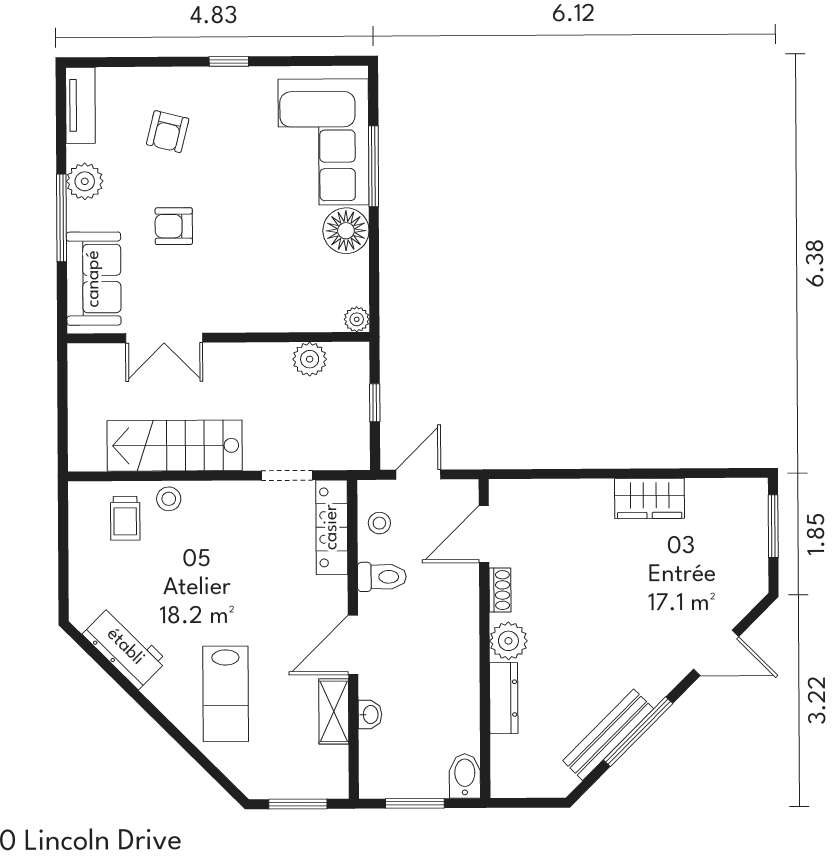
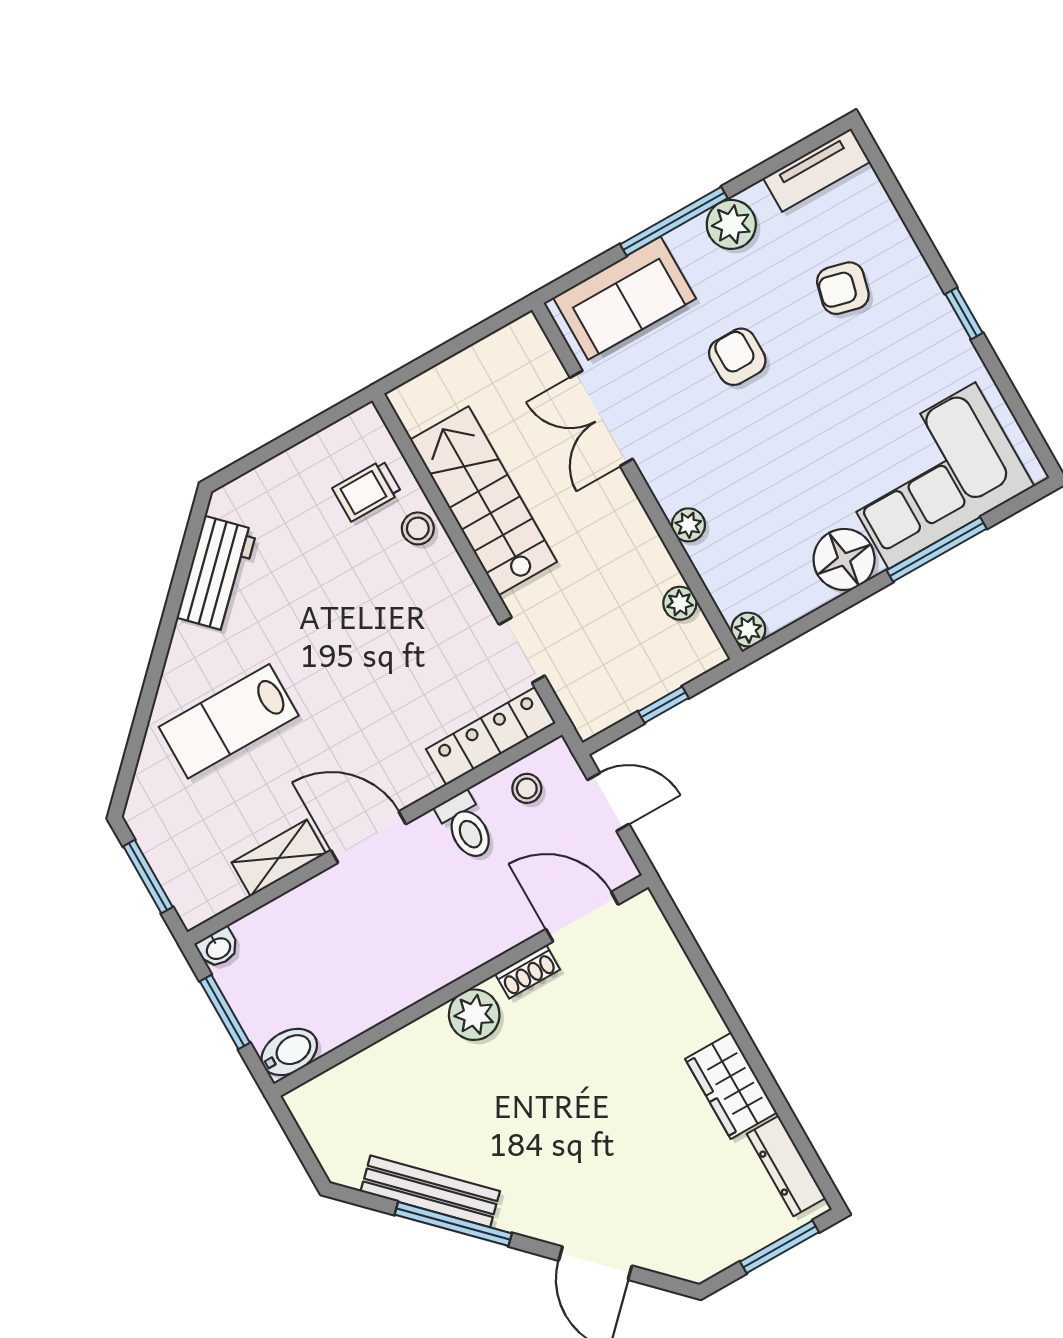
plant: (266, 320) -> (688, 525), added
plant: (310, 359) -> (680, 603), width x0.73, depth x0.73
dresser: (504, 698) -> (786, 1166), moved, turned 90
washbasin: (370, 715) -> (218, 948), moved

